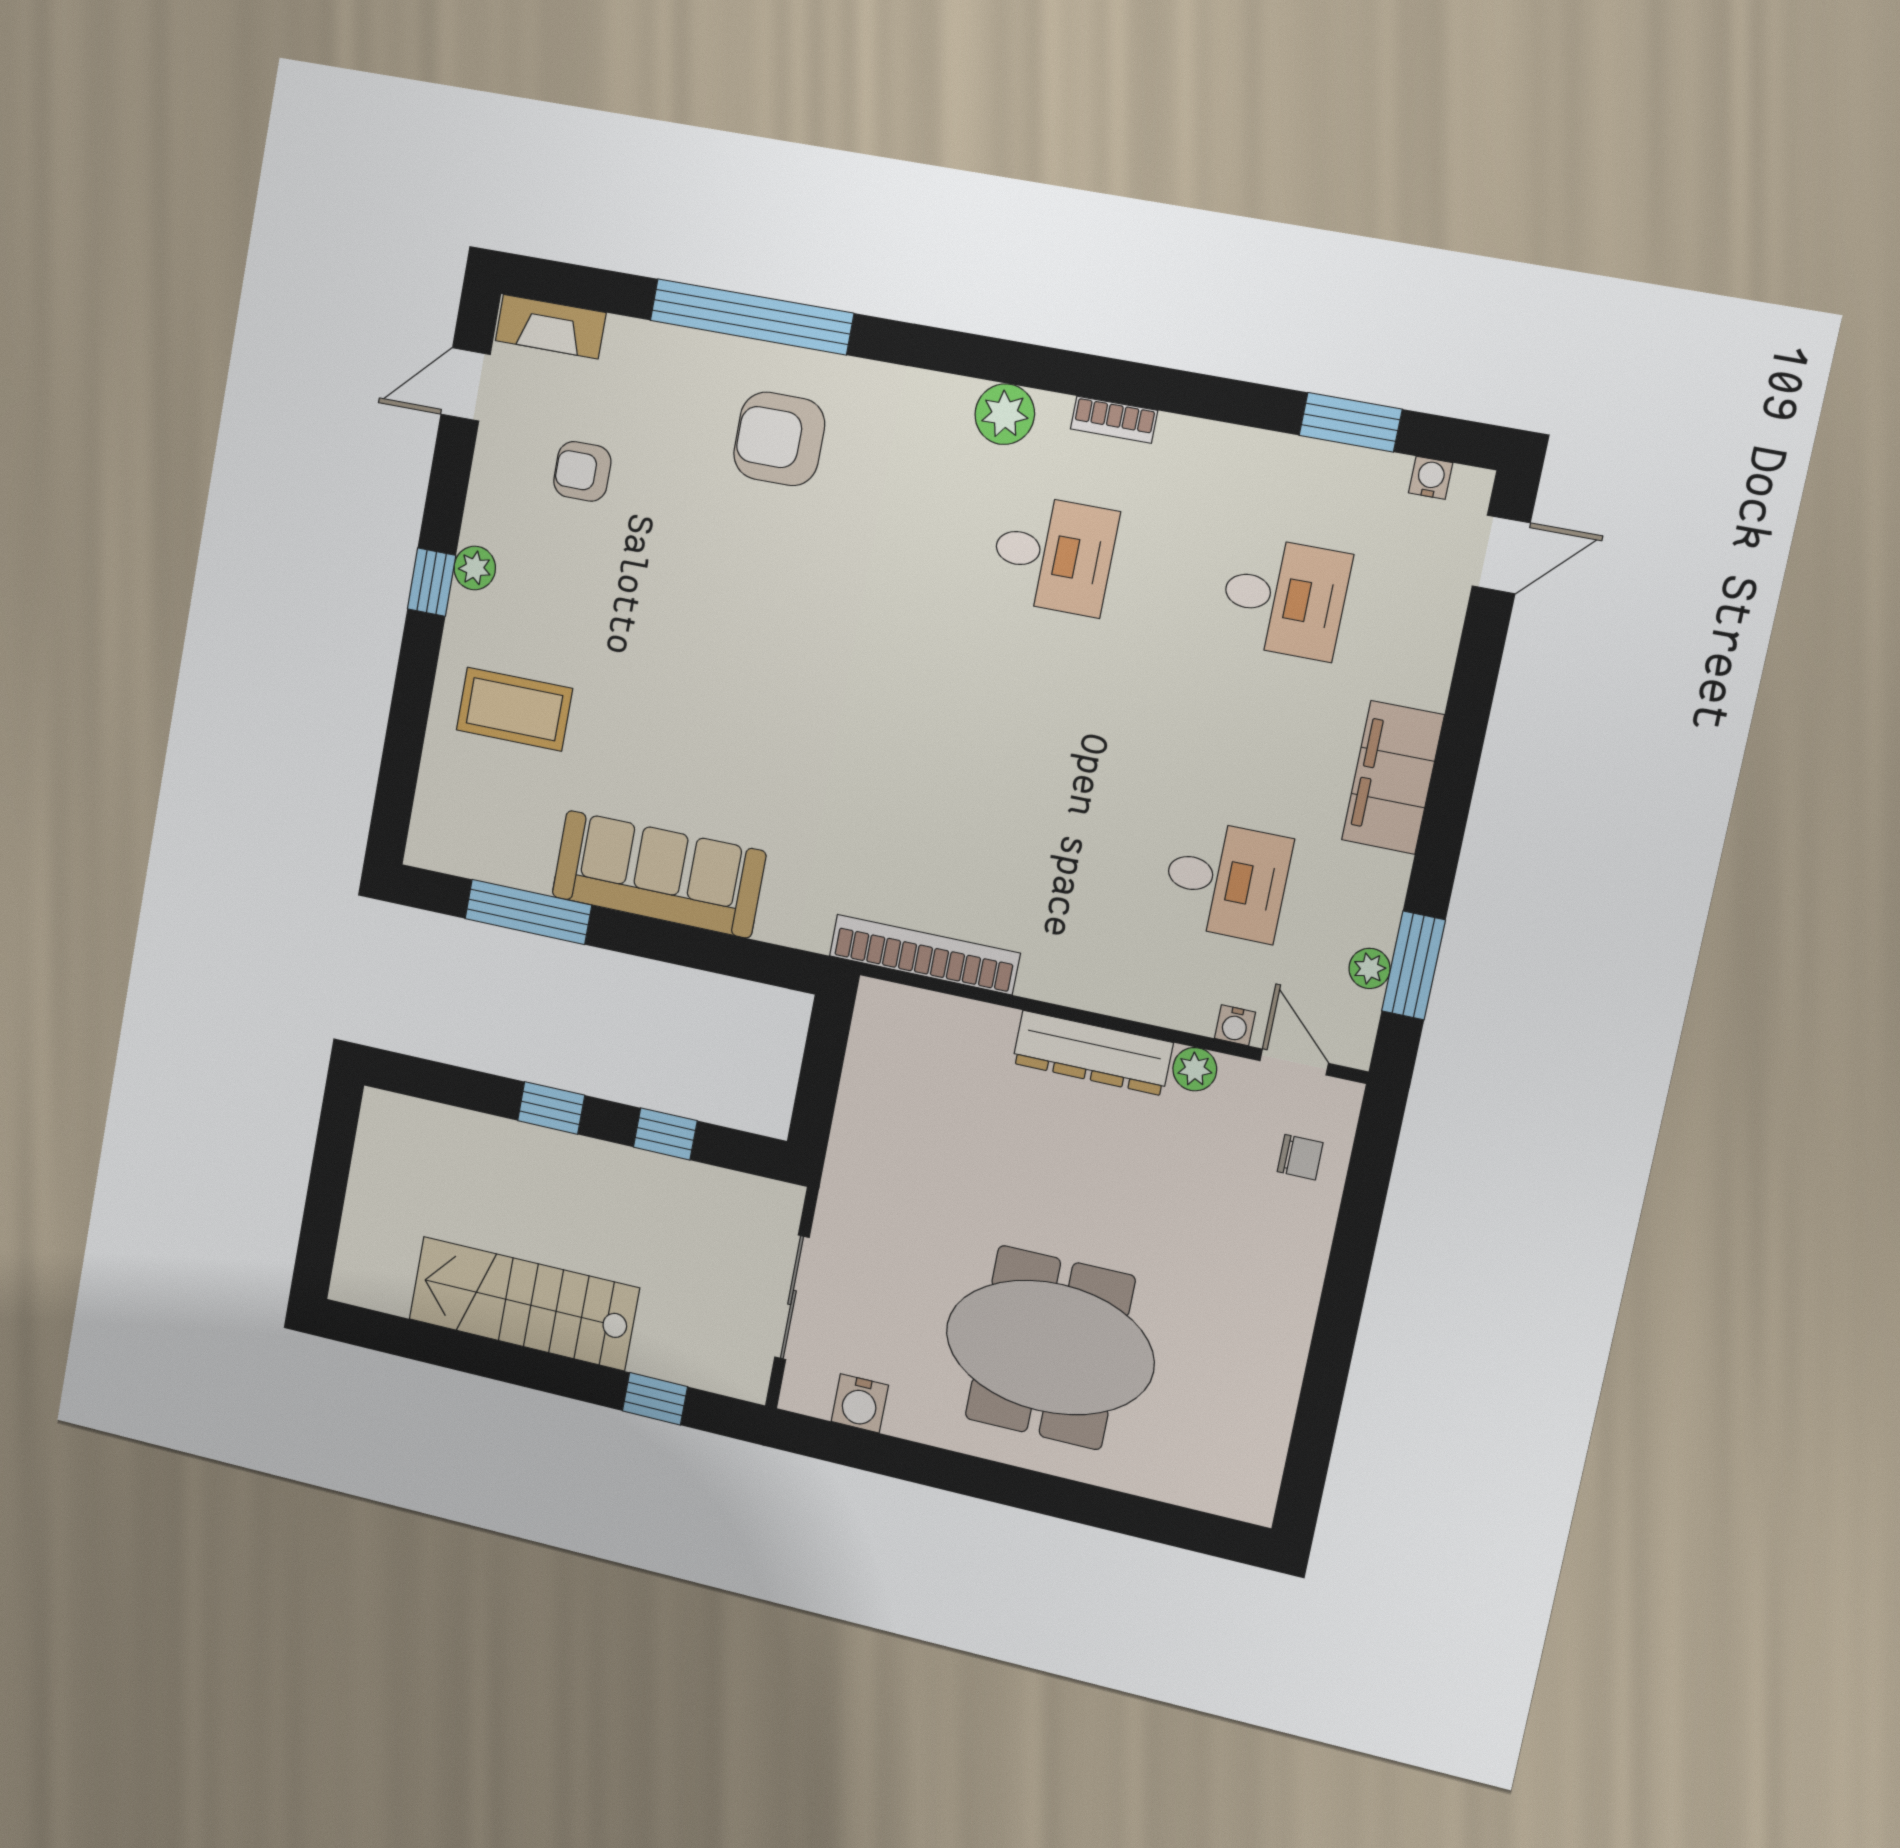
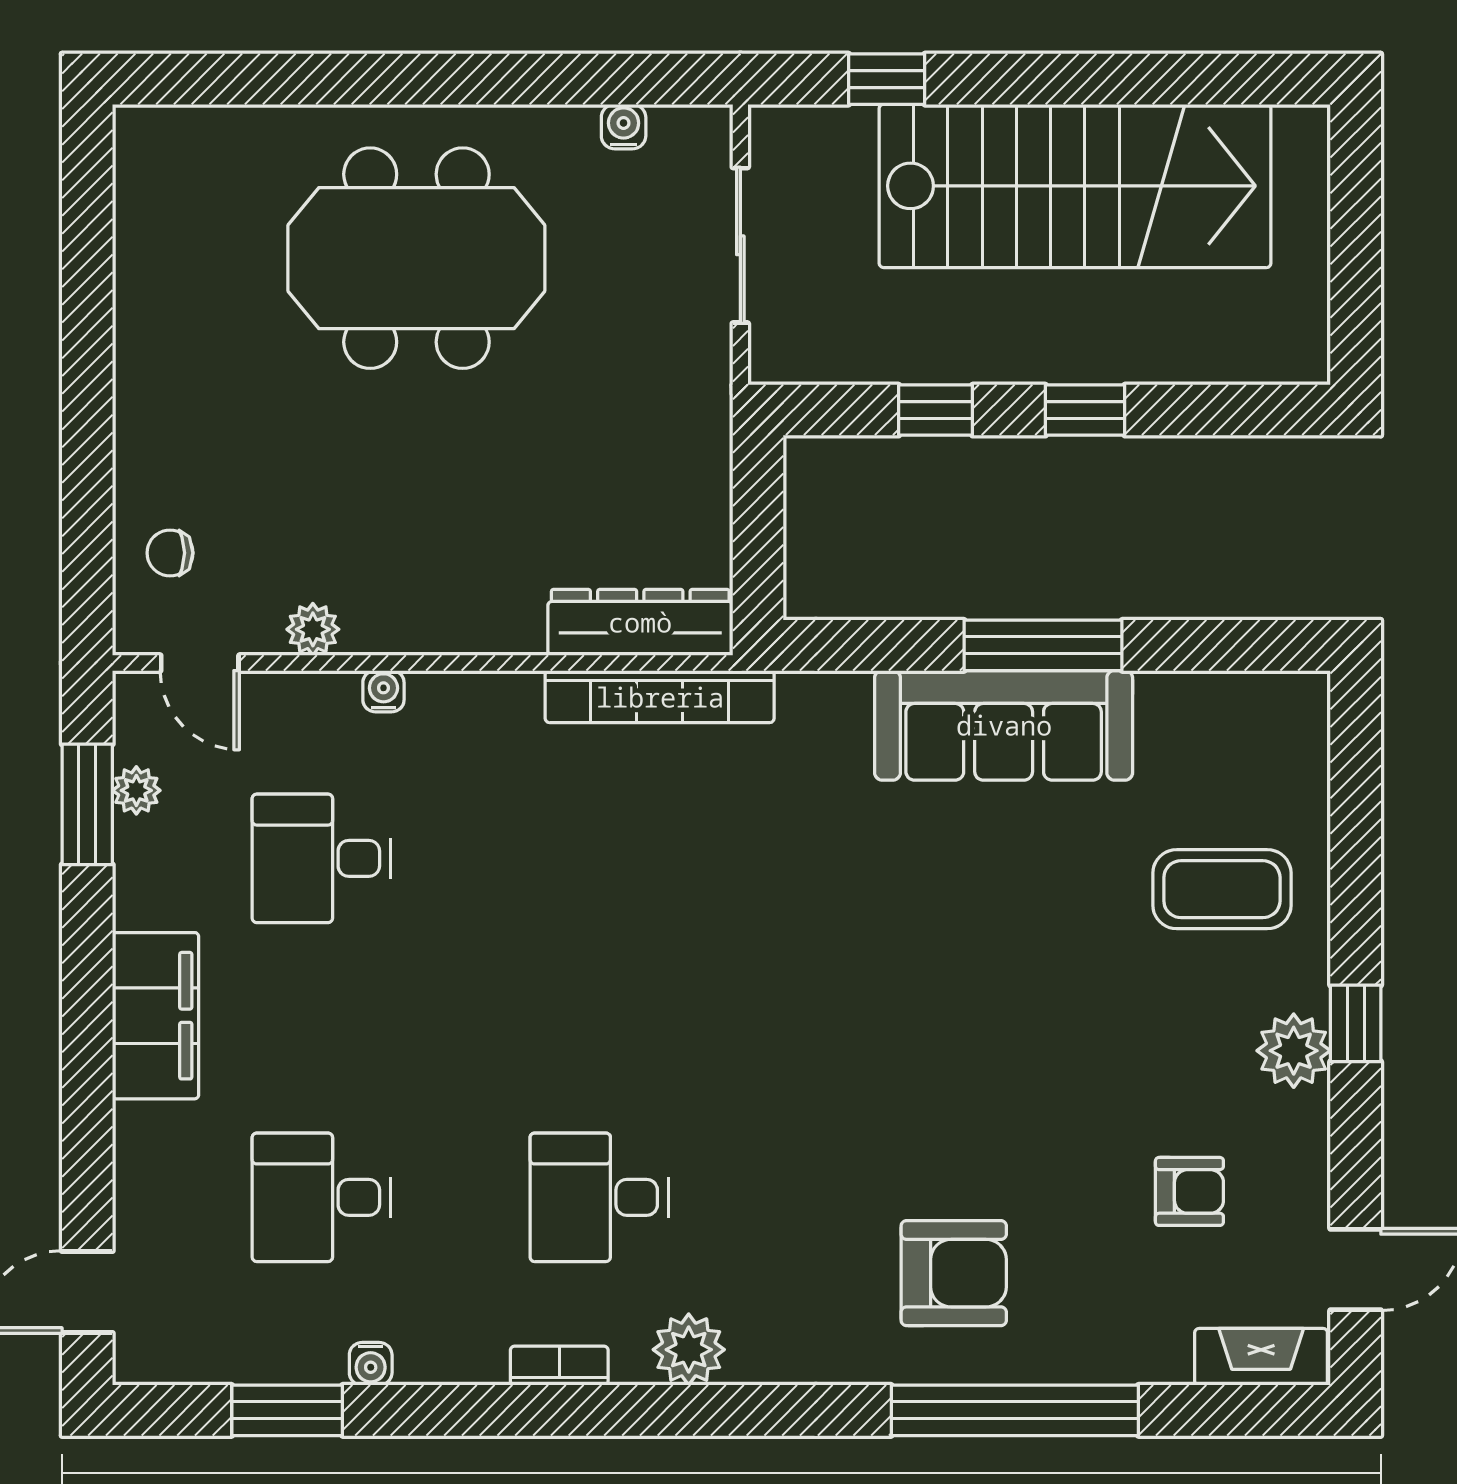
water cooler: (1431, 478) -> (371, 1364), moved
plant: (475, 568) -> (1294, 1051), width x1.38, depth x1.38
window: (528, 912) -> (1043, 645), moved
water cooler: (1235, 1025) -> (383, 691), moved
dresser: (1092, 1053) -> (640, 622), moved
stairs: (524, 1304) -> (1075, 186), width x1.36, depth x1.51
water cooler: (860, 1403) -> (624, 127), width x0.72, depth x0.72

